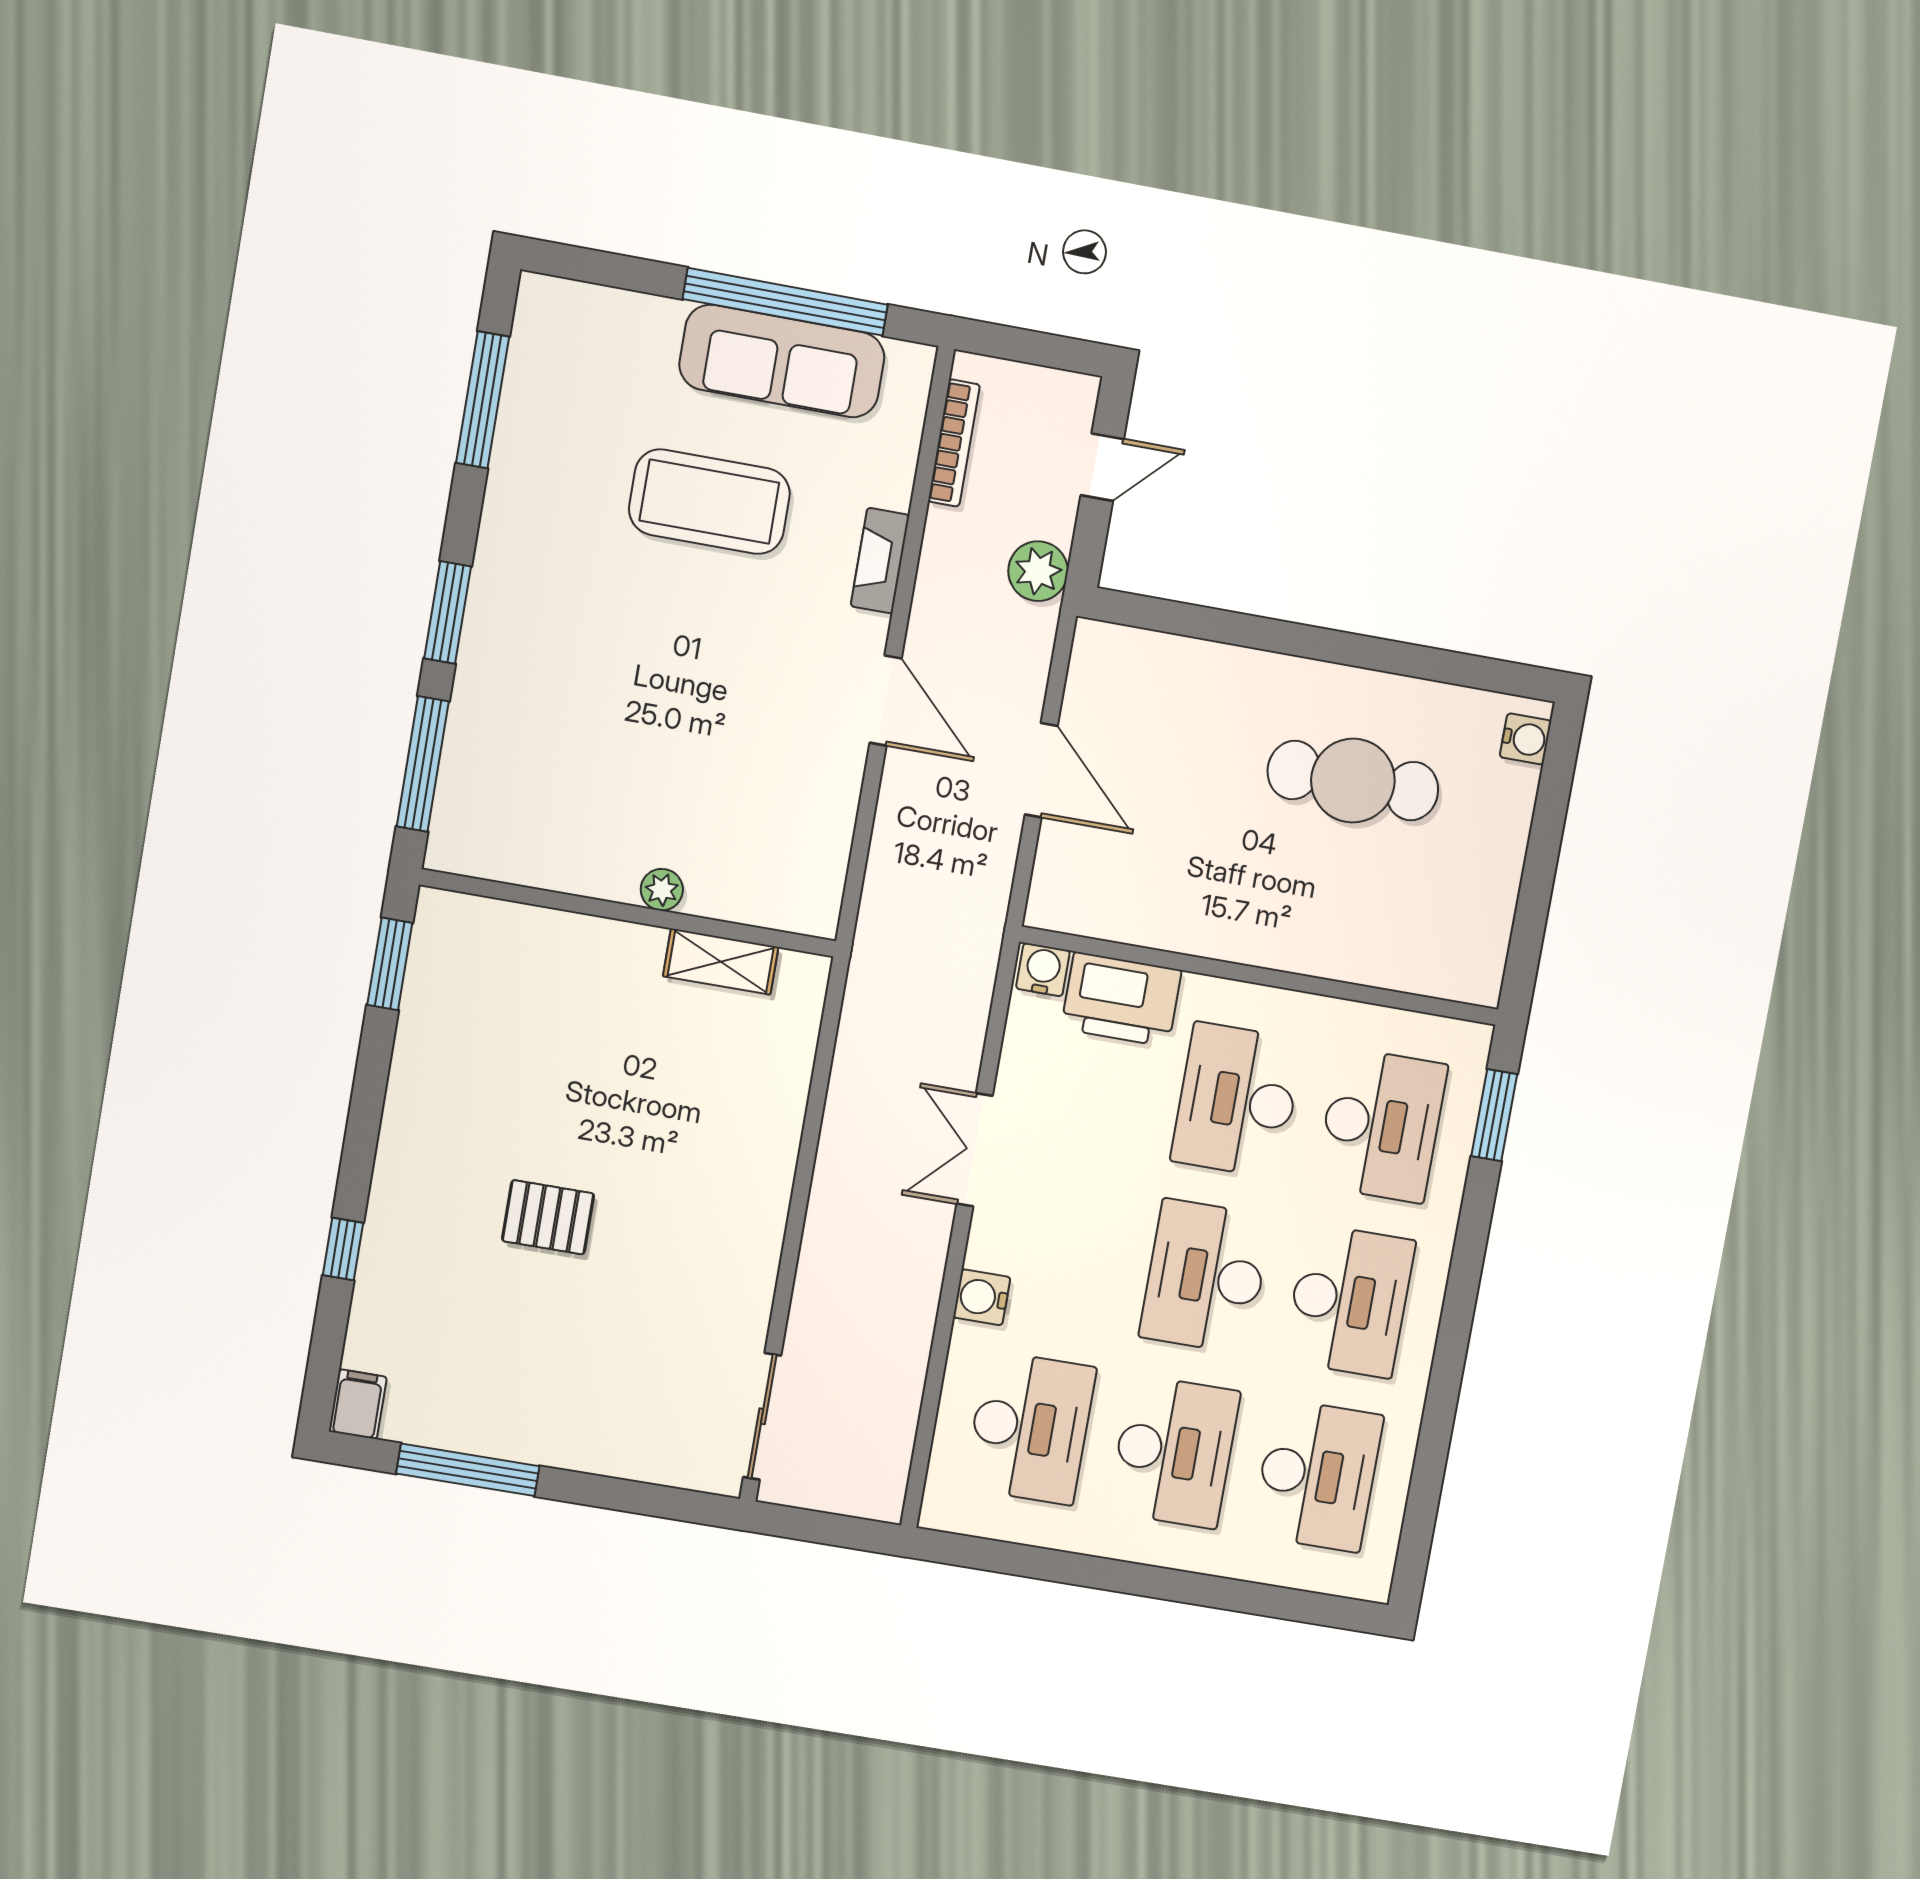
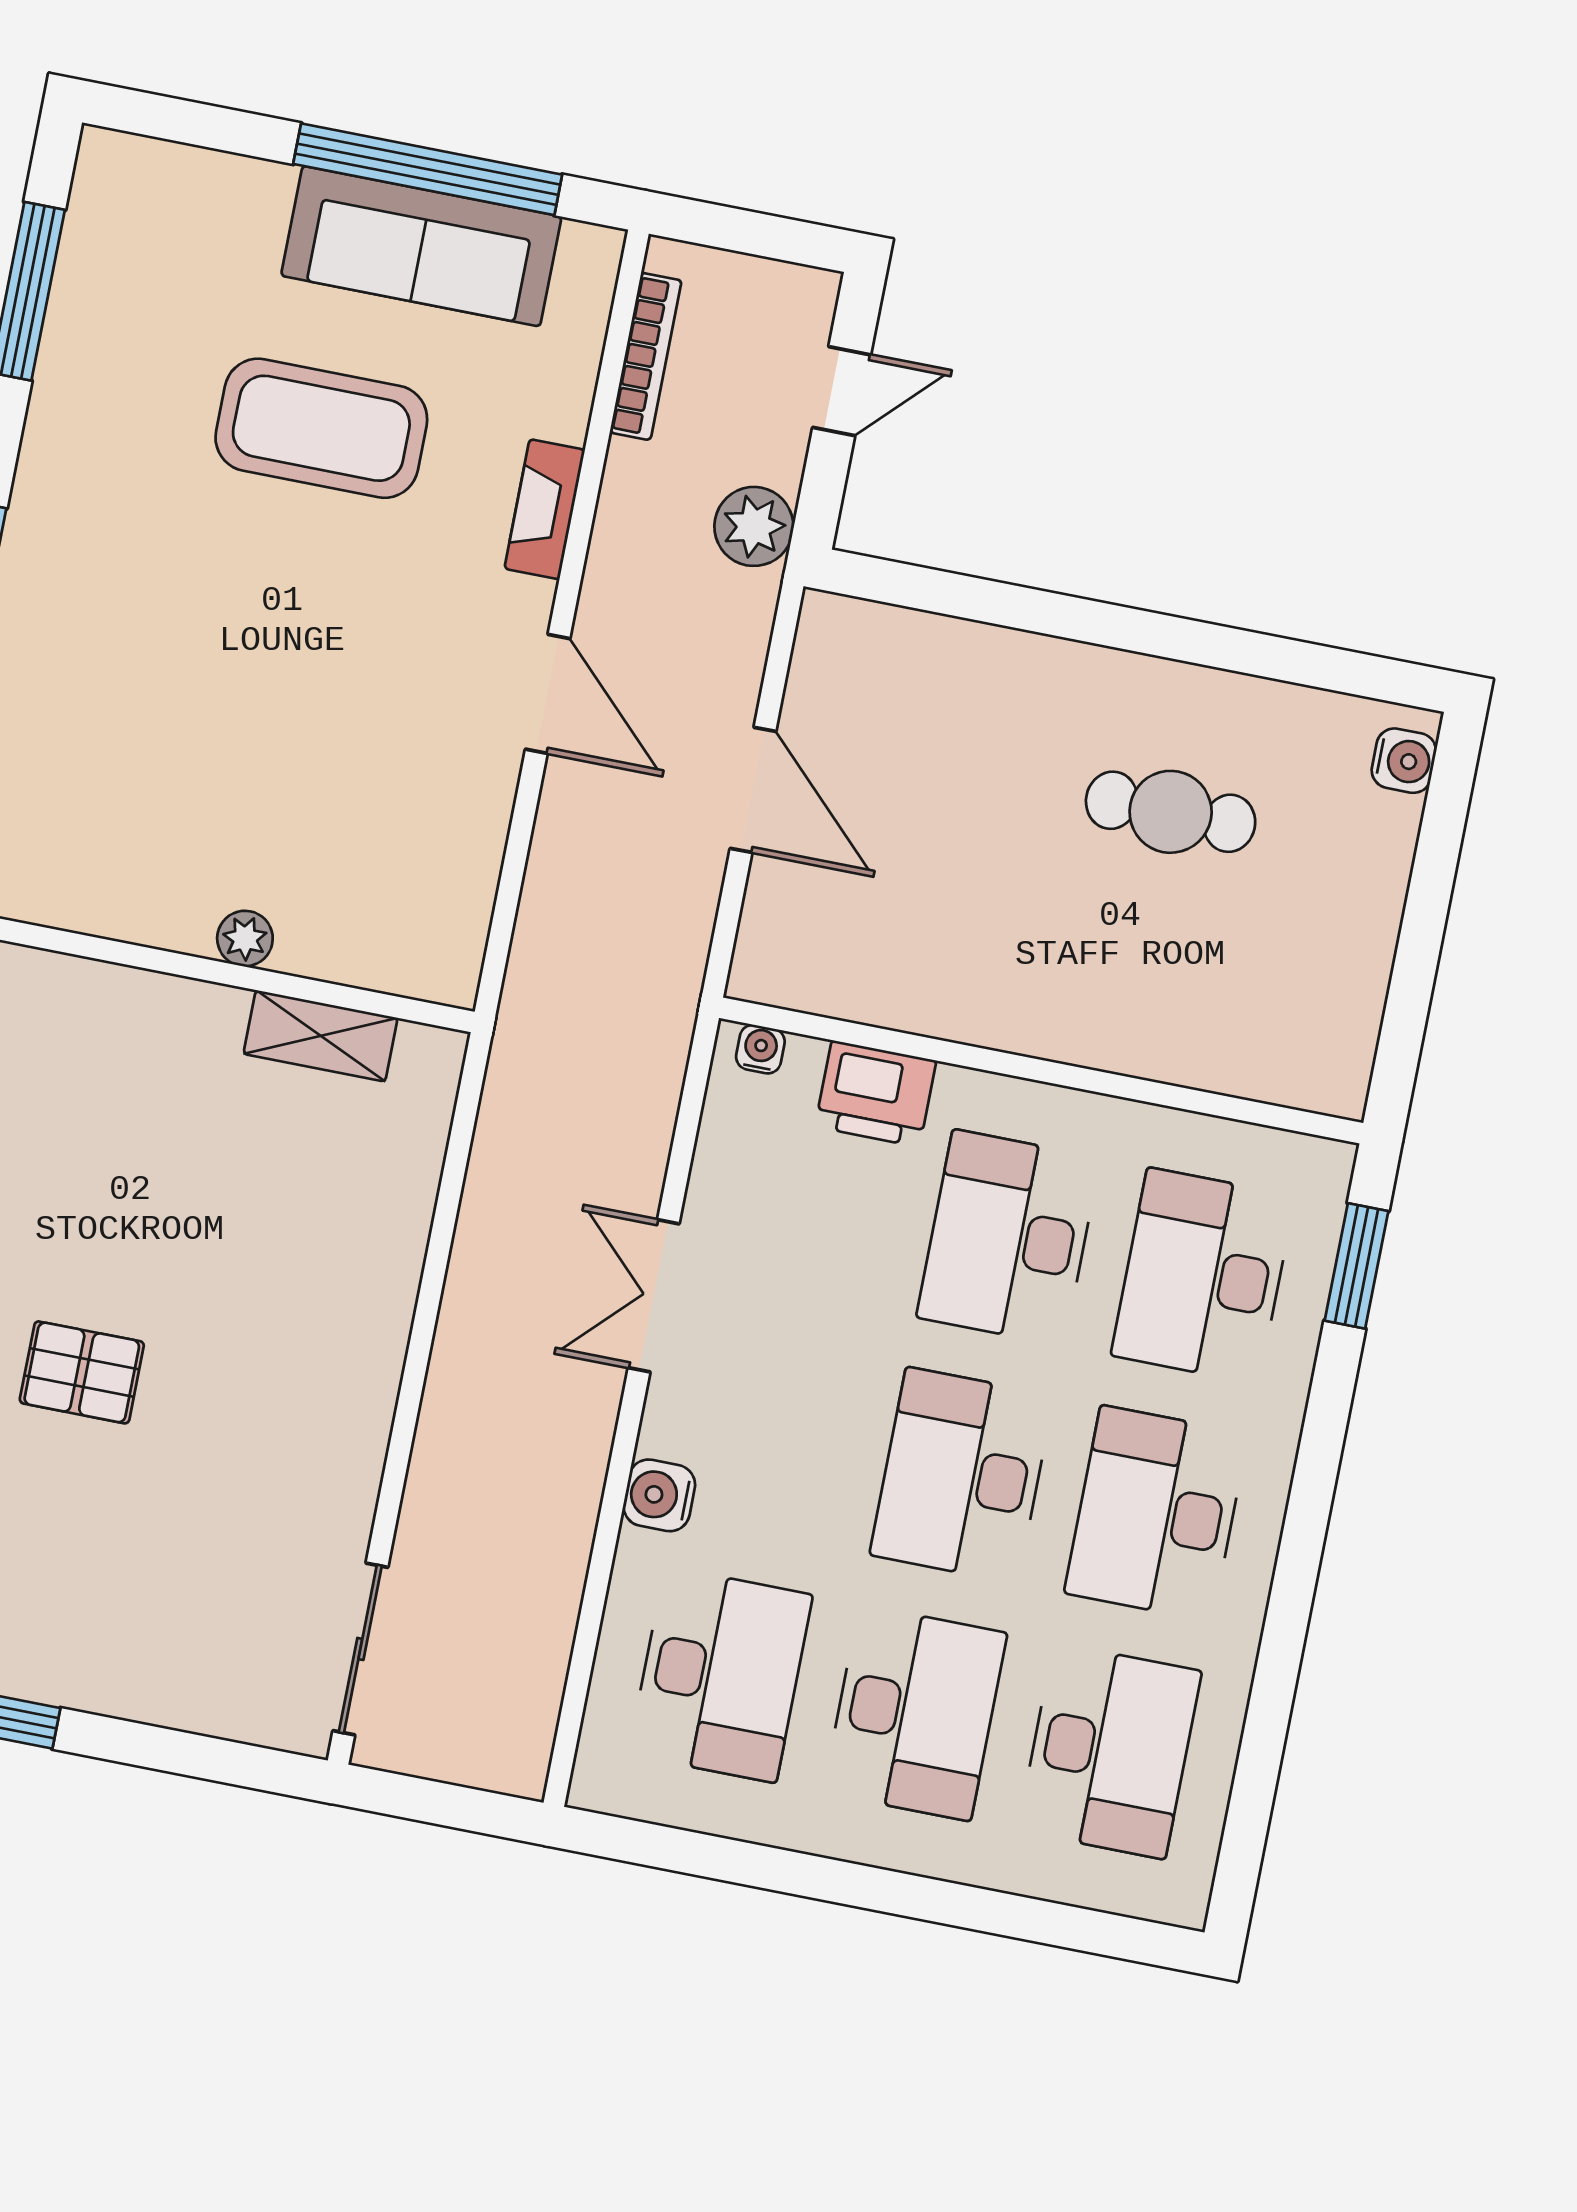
cafe table: (1353, 781) -> (1171, 812), width x0.73, depth x0.74
water cooler: (1043, 970) -> (760, 1049), width x0.72, depth x0.72
printer: (1121, 999) -> (876, 1094), width x0.73, depth x0.84
desk: (1381, 1125) -> (1203, 1276), turned 180
desk: (1349, 1301) -> (1156, 1513), turned 180

